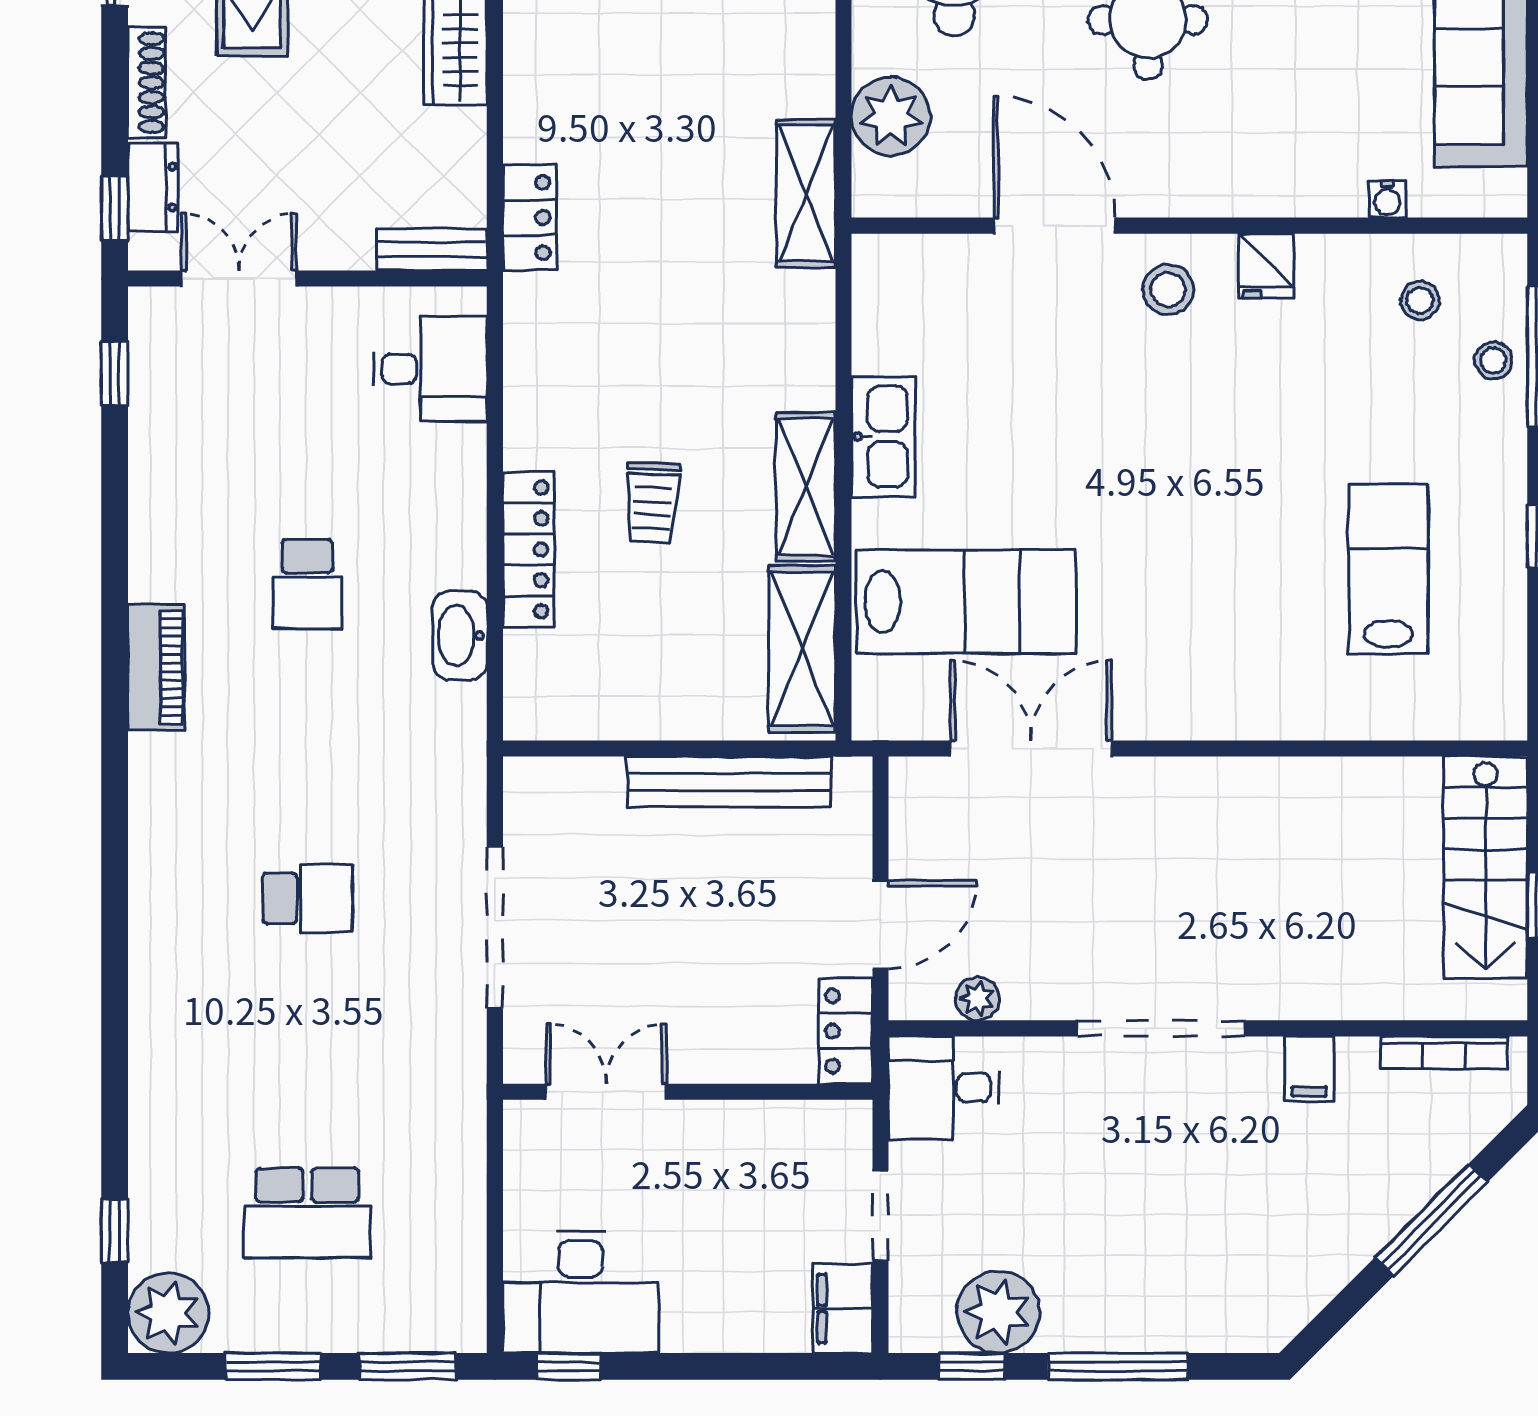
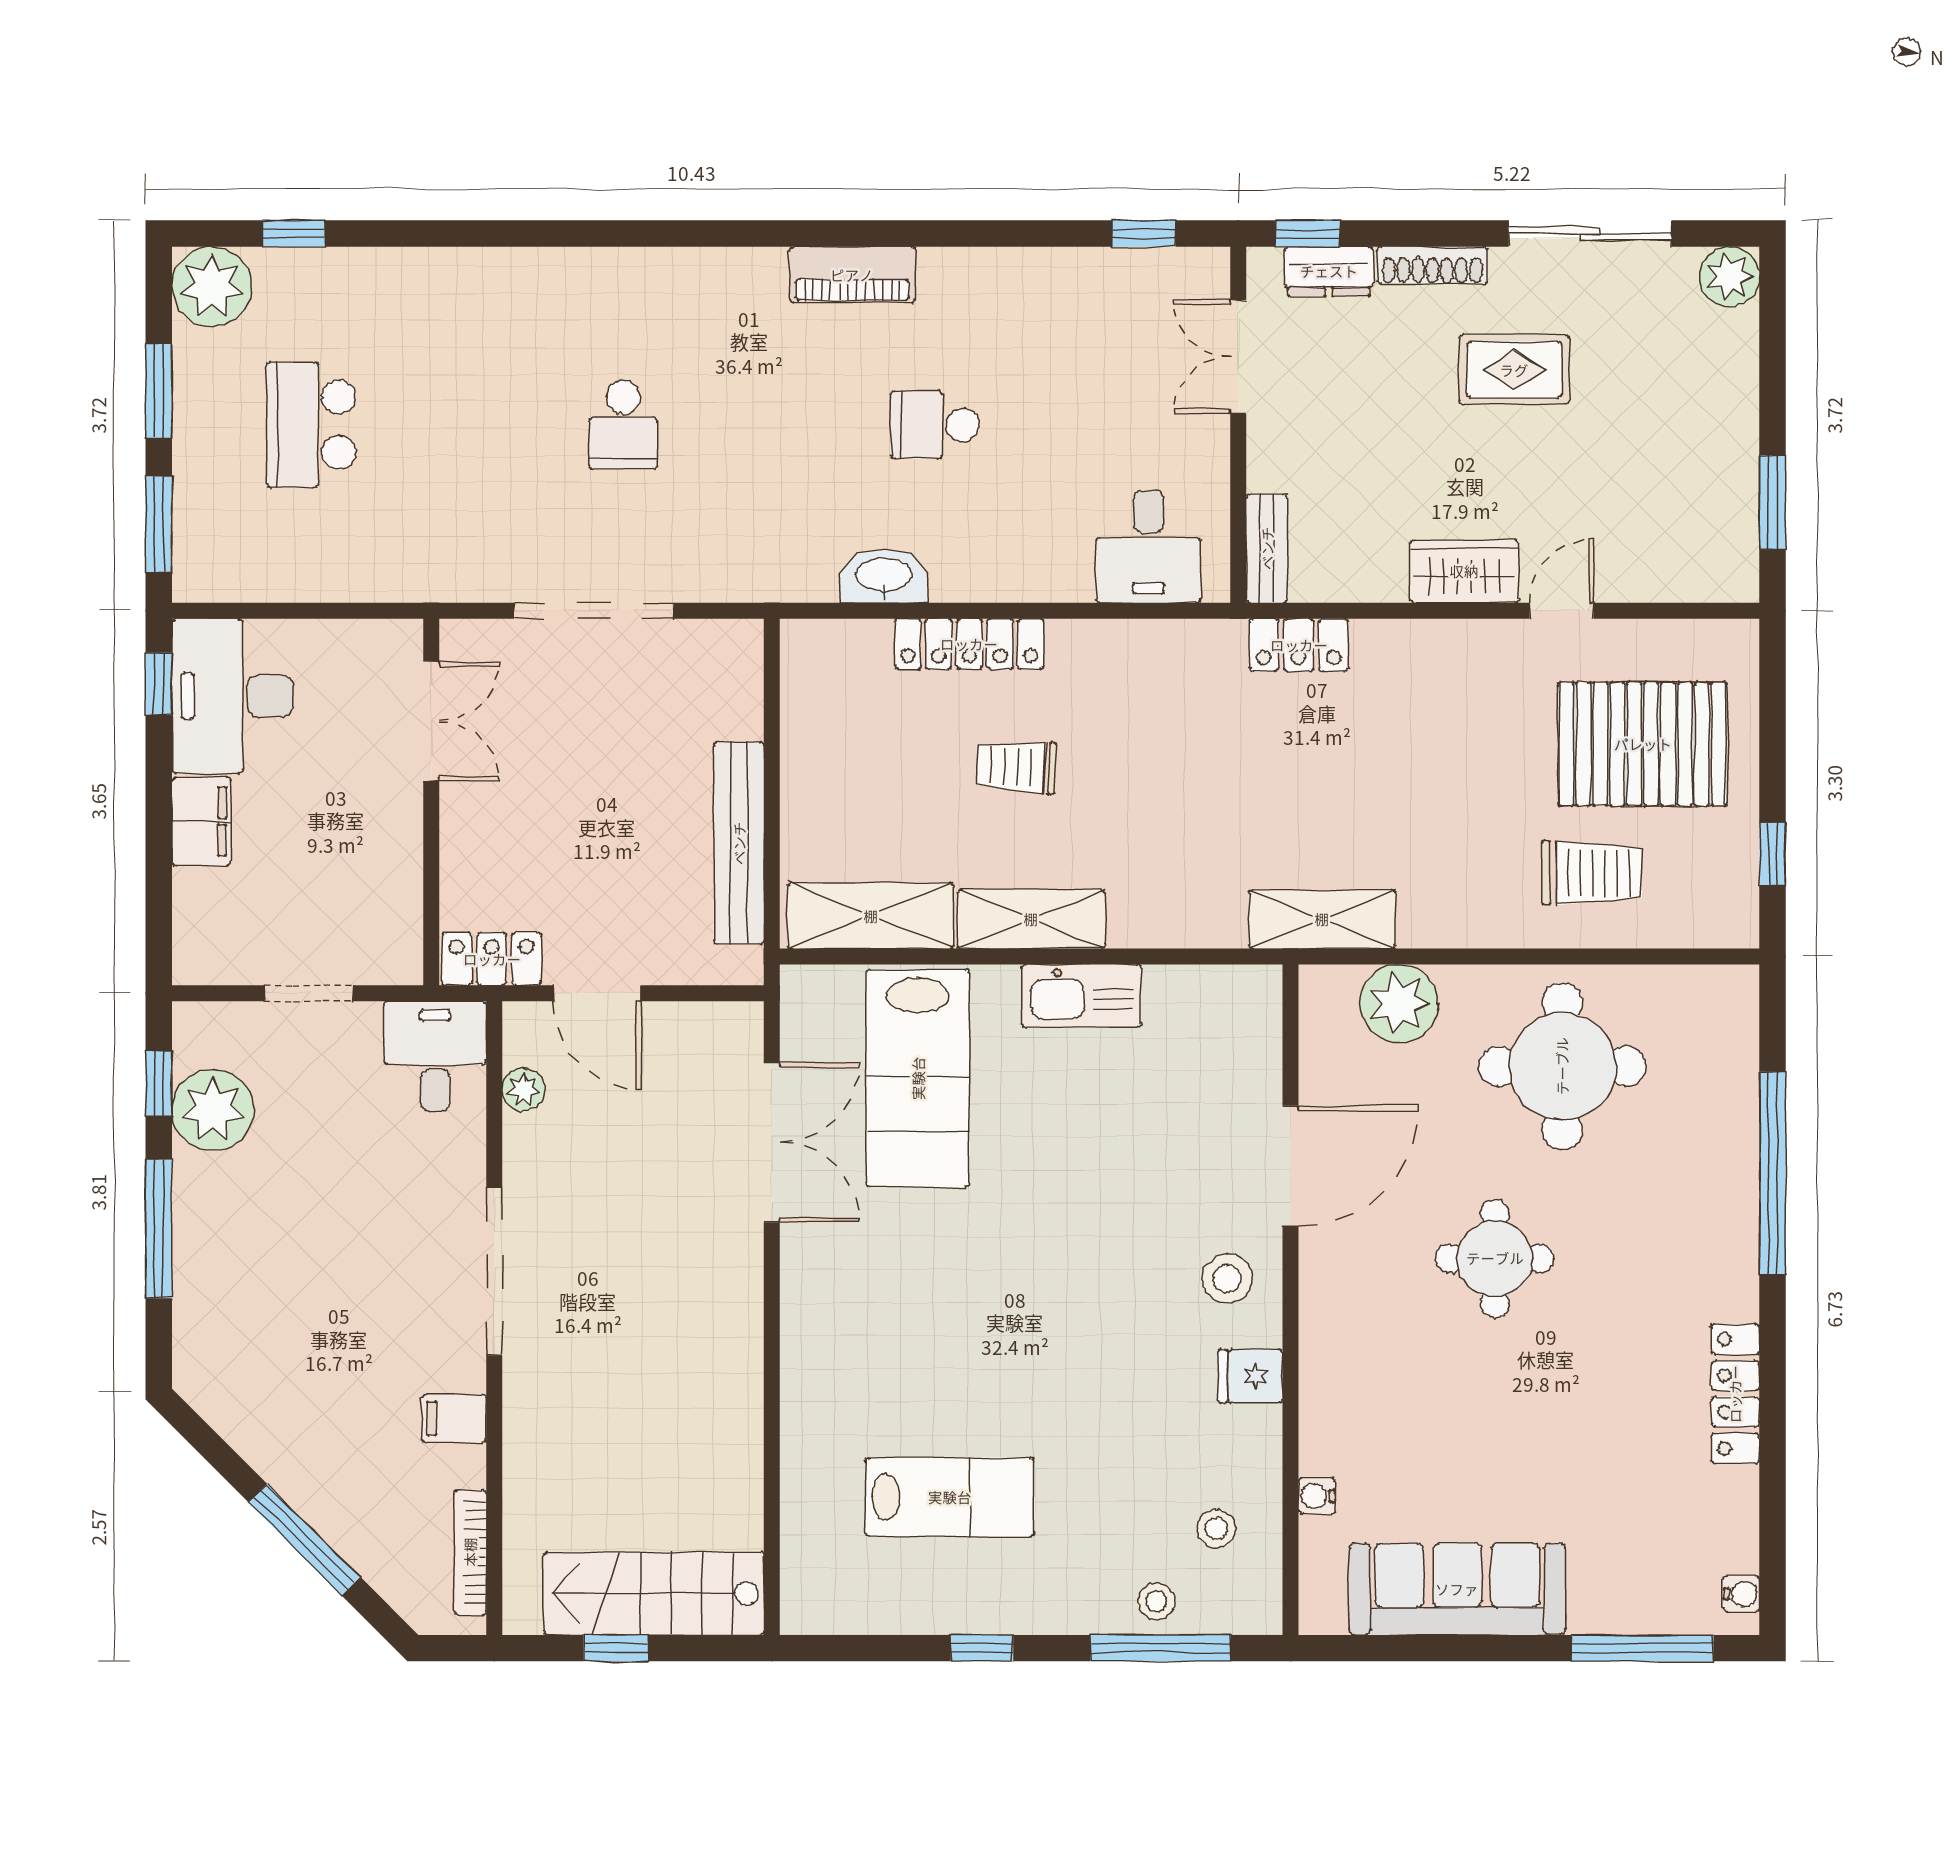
double door: (239, 278) -> (1238, 357), swing flipped
filing cabinet: (843, 1309) -> (201, 822), moved, turned 90

